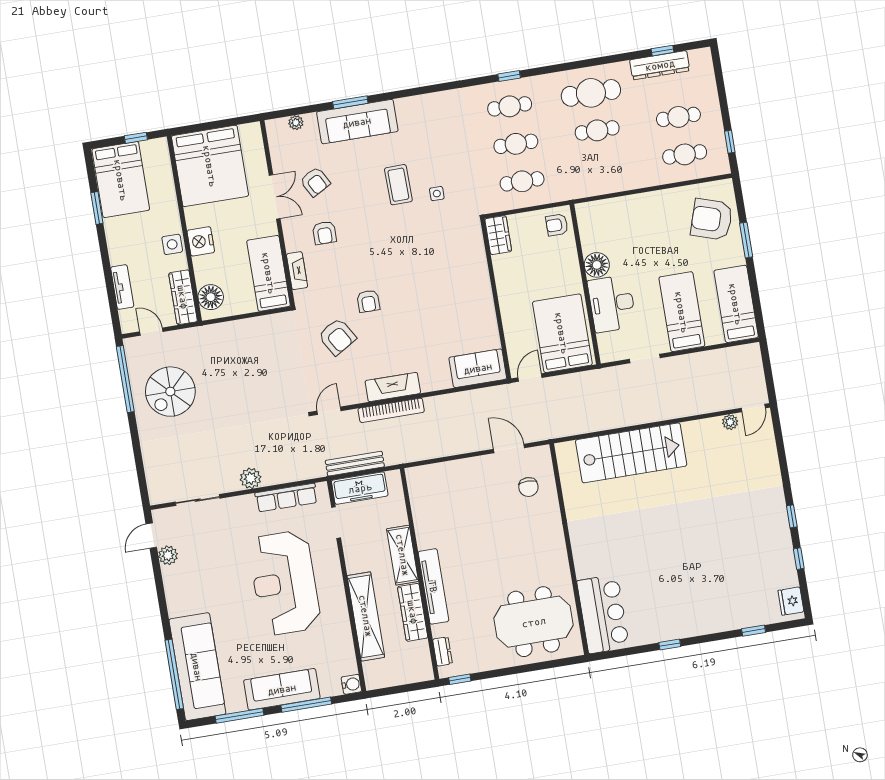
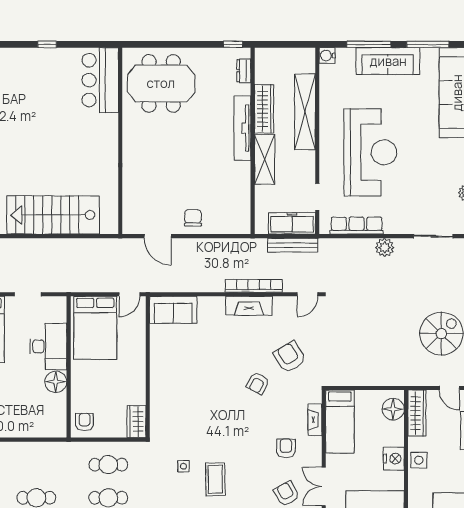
armchair: (557, 225) -> (85, 422), turned -90
armchair: (368, 301) -> (258, 383), turned -151
chair: (528, 487) -> (193, 218), moved

